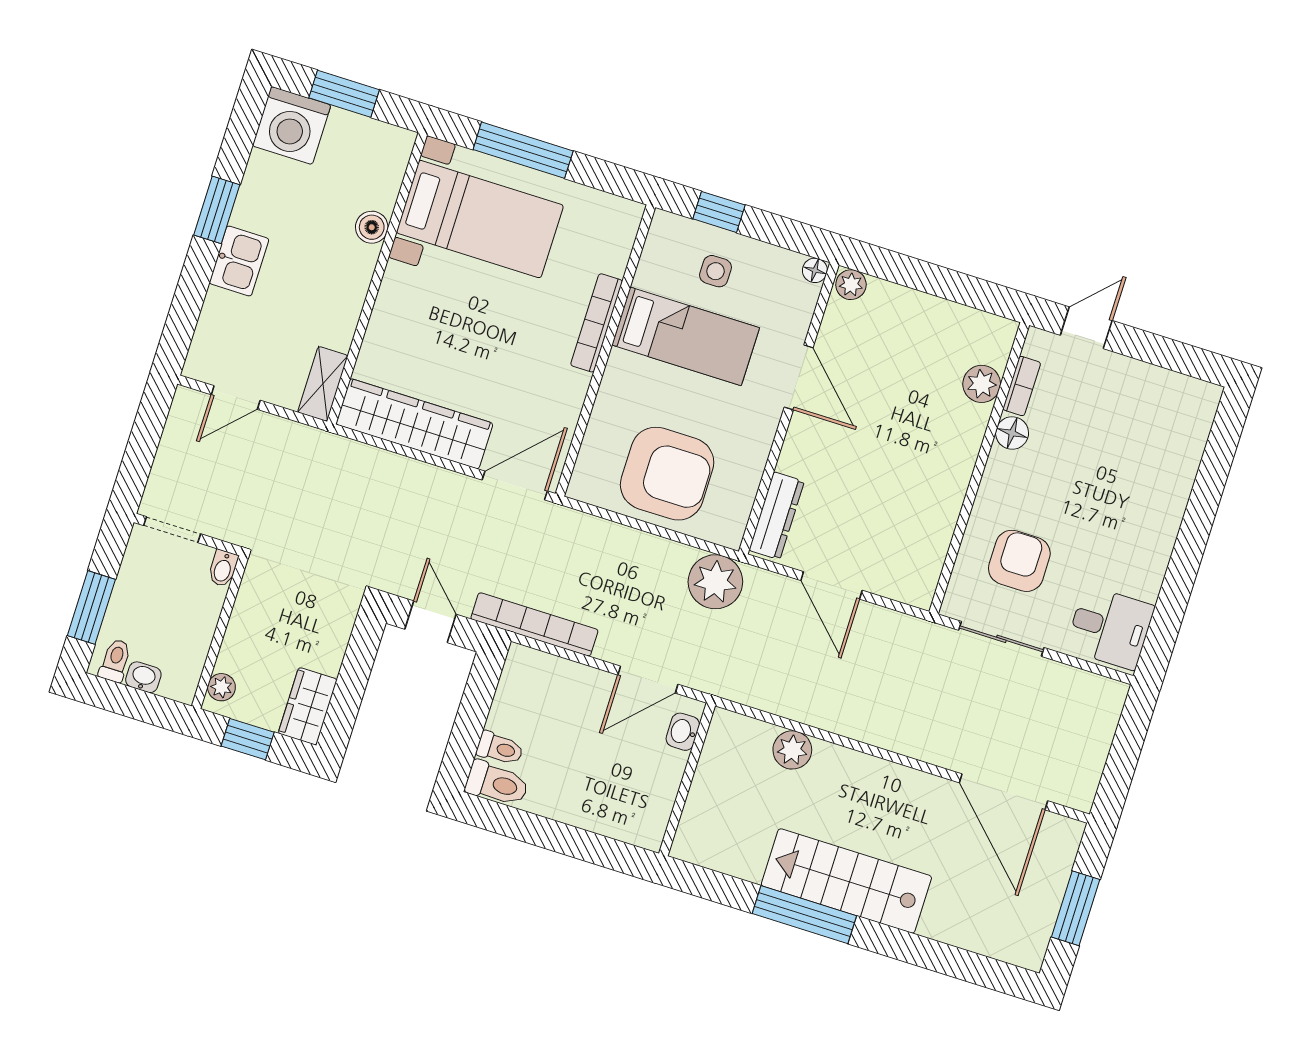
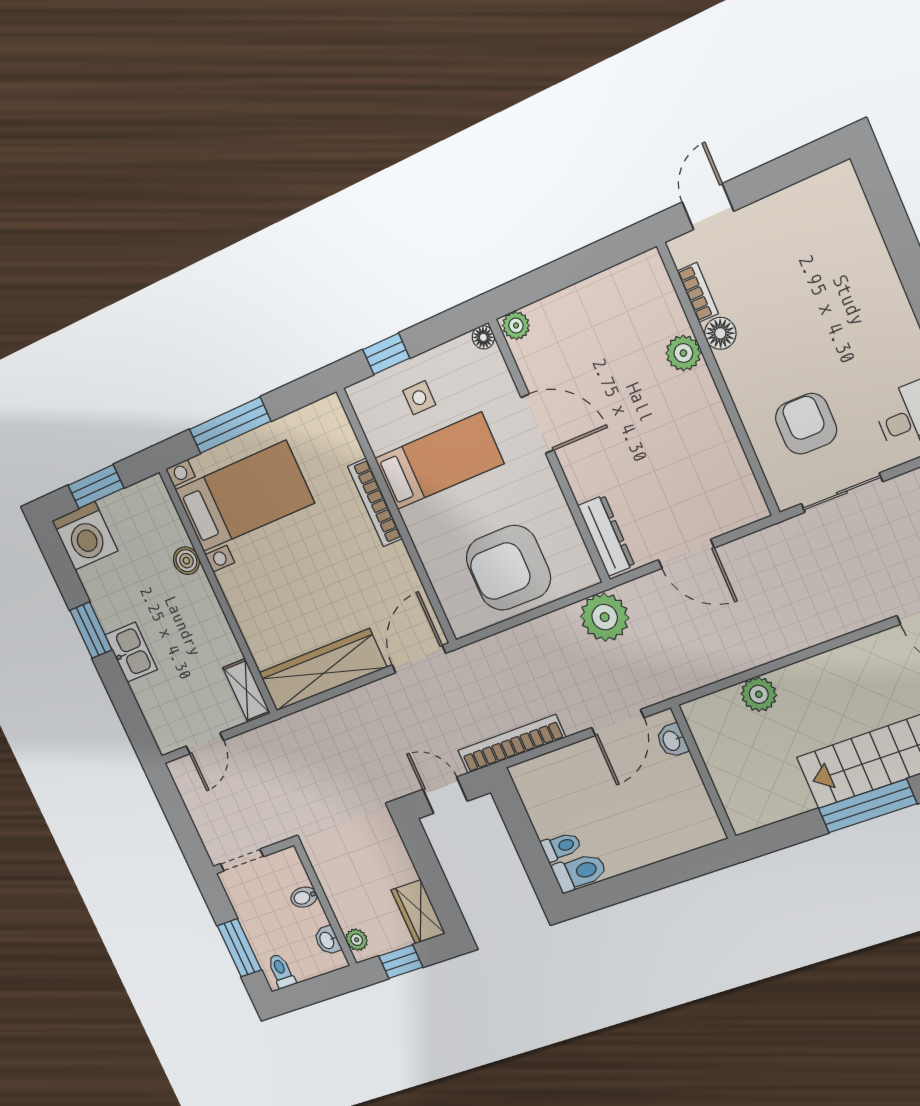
plant: (982, 384) -> (683, 353), moved
armchair: (667, 474) -> (508, 568), turned 180
bidet: (223, 568) -> (304, 897), moved, turned 90
washbasin: (143, 677) -> (327, 940), moved, turned -90

